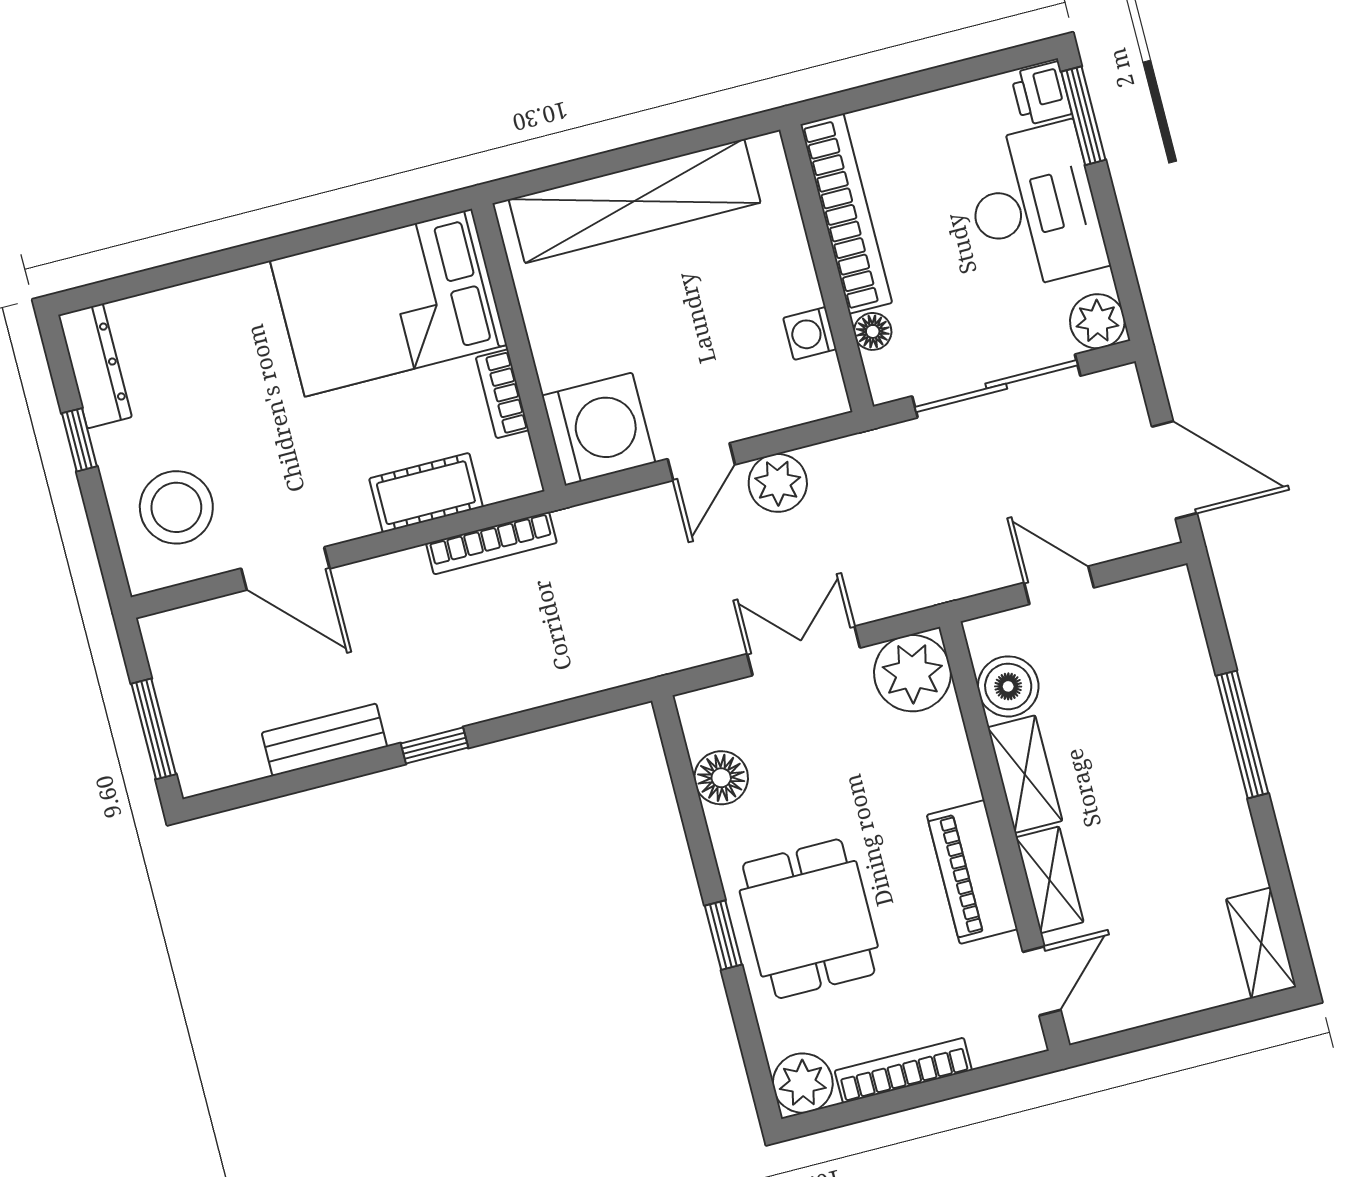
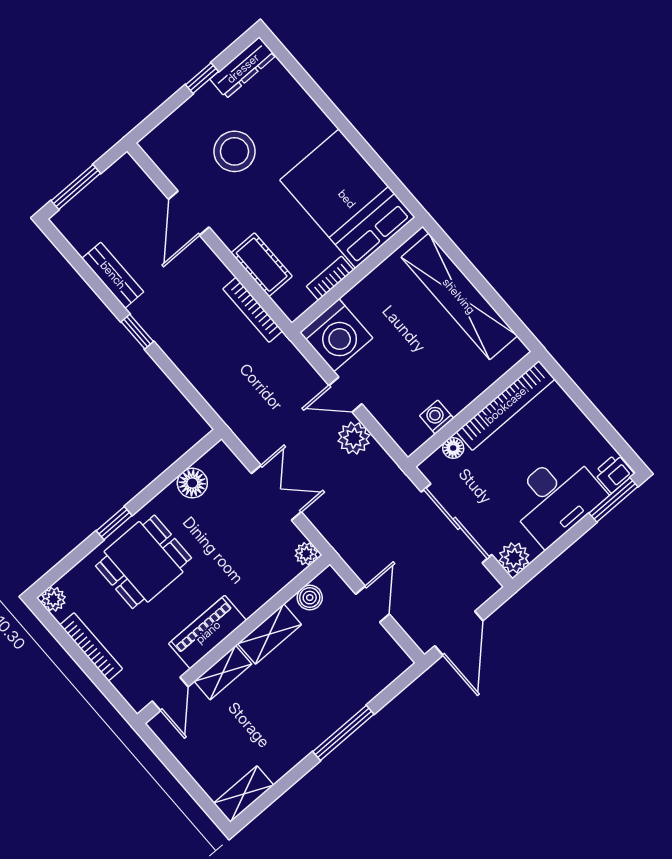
stool: (176, 507) -> (234, 151), moved
plant: (912, 673) -> (306, 554), width x0.53, depth x0.53
boiler: (1008, 686) -> (310, 598), width x0.73, depth x0.73
door: (1042, 981) -> (170, 694), hinge flipped
plant: (803, 1083) -> (53, 599), width x0.73, depth x0.73

